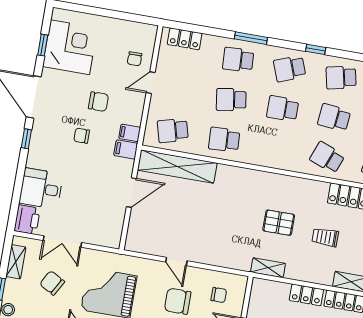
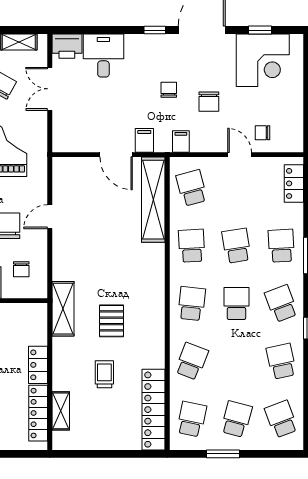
school desk: (334, 118) -> (192, 304), moved
filing cabinet: (126, 149) -> (144, 140), moved
shelving: (268, 268) -> (63, 309), width x1.50, depth x1.33

